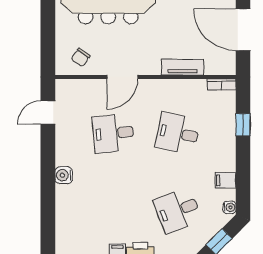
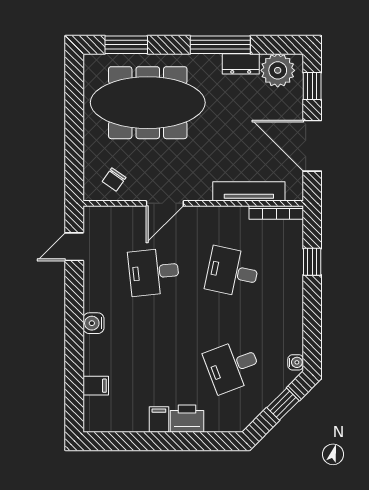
tv unit: (183, 67) -> (249, 191), width x1.41
bookcase: (222, 84) -> (276, 212), width x1.56
filing cabinet: (225, 180) -> (96, 386), moved, turned 180

